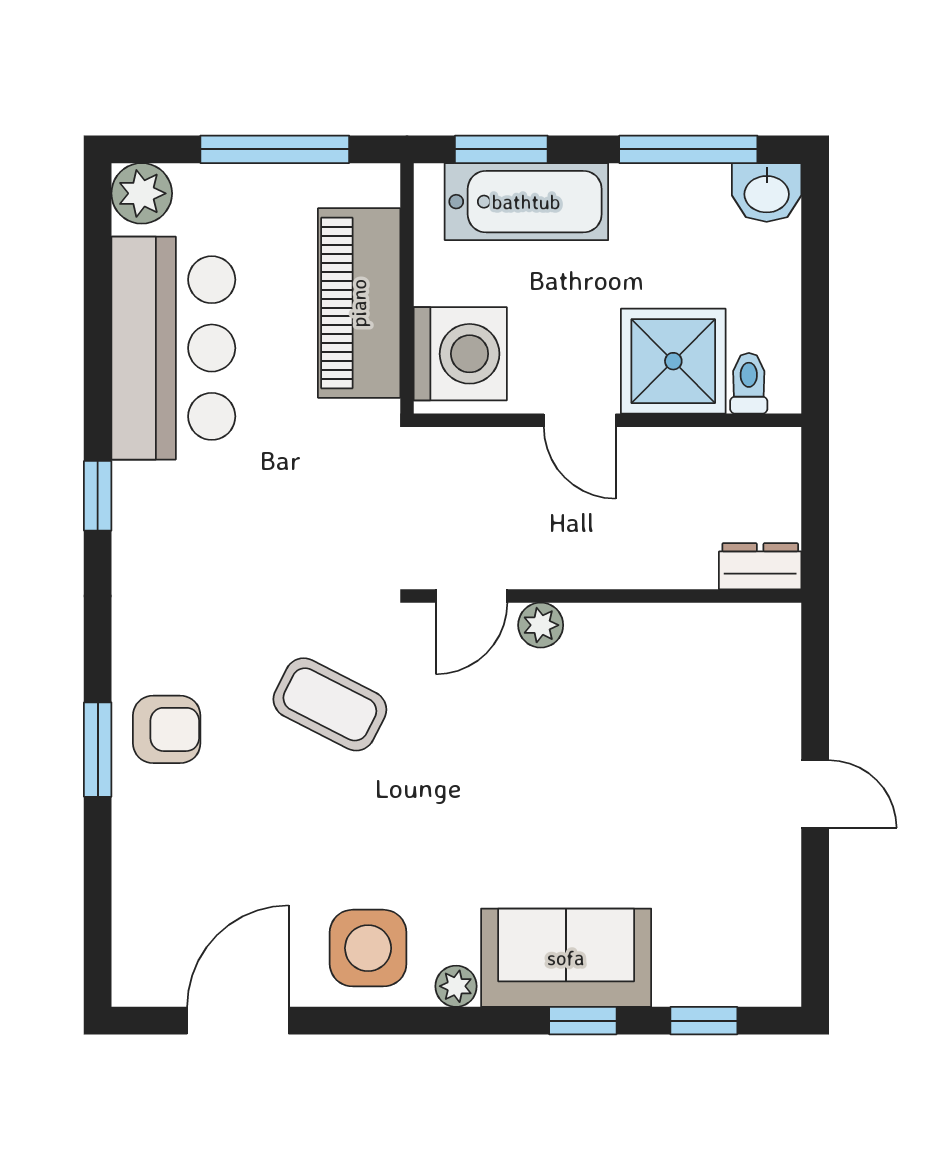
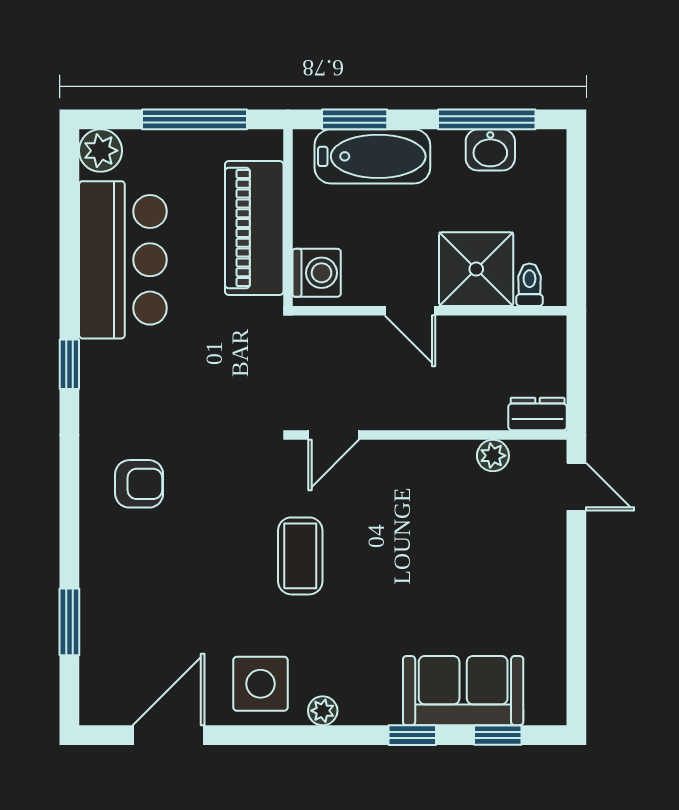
washbasin: (767, 192) -> (490, 150), moved
washing machine: (460, 354) -> (317, 273), width x0.73, depth x0.73
plant: (541, 625) -> (493, 456), moved
coffee table: (330, 704) -> (300, 556), moved, turned 63
armchair: (167, 729) -> (139, 484), moved
window: (98, 750) -> (69, 622), moved
door: (815, 794) -> (576, 487), moved
sofa: (566, 958) -> (463, 691), moved

